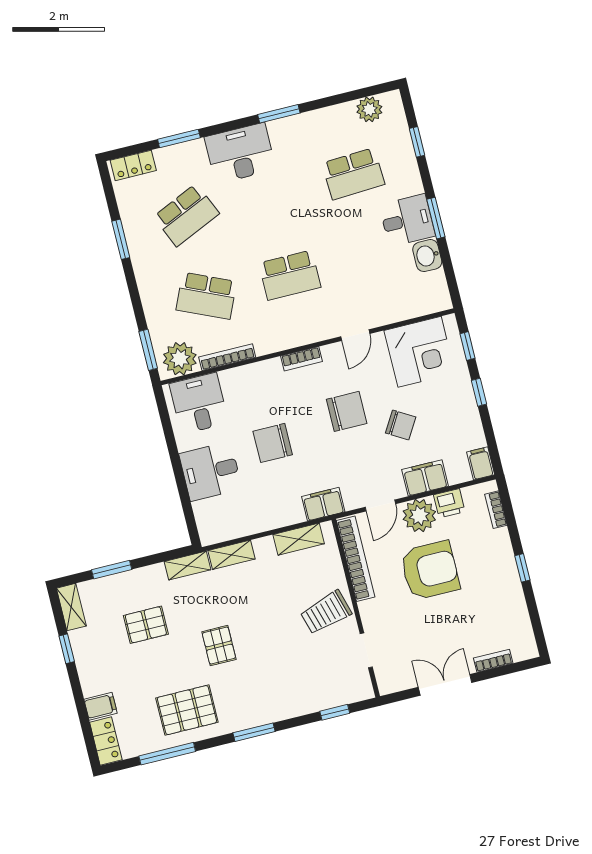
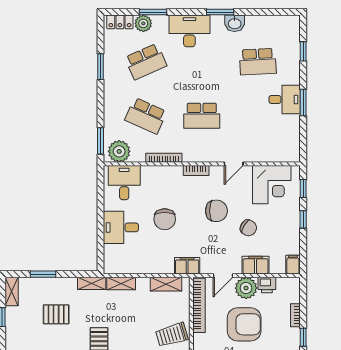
plant: (369, 109) -> (143, 23), moved
washbasin: (427, 256) -> (235, 23), moved, turned -90
bookcase: (227, 357) -> (164, 158), moved
chair: (273, 443) -> (165, 219), turned -90
bookcase: (496, 510) -> (295, 315), moved

